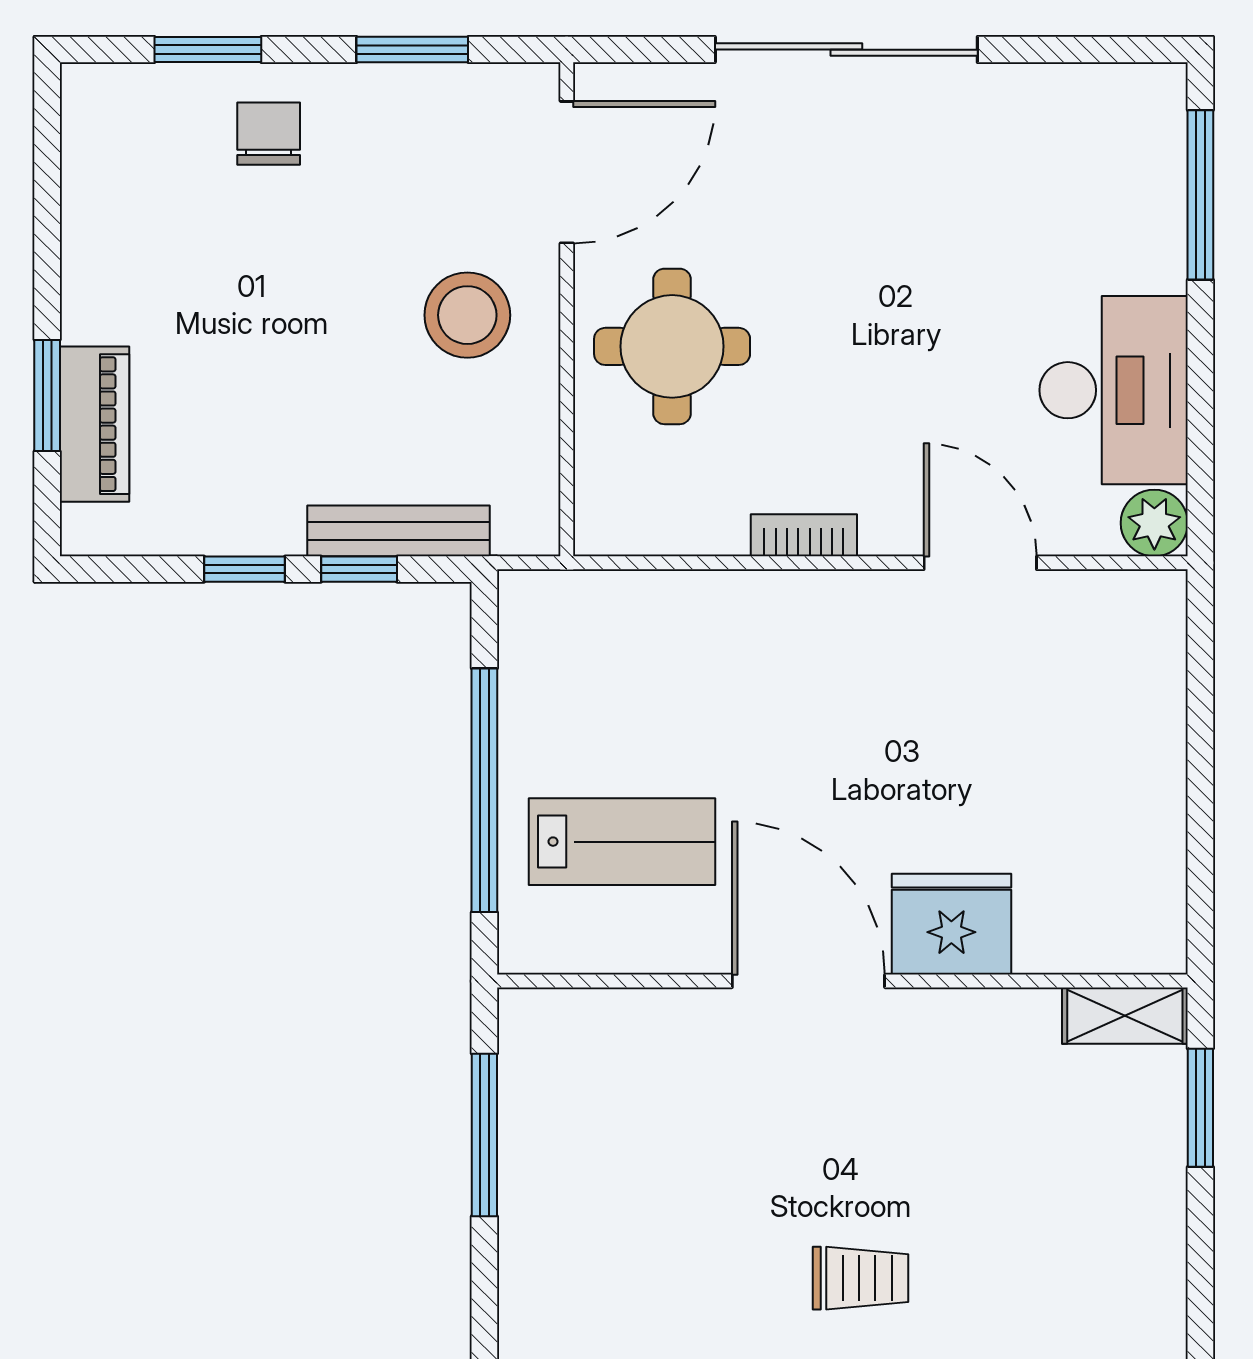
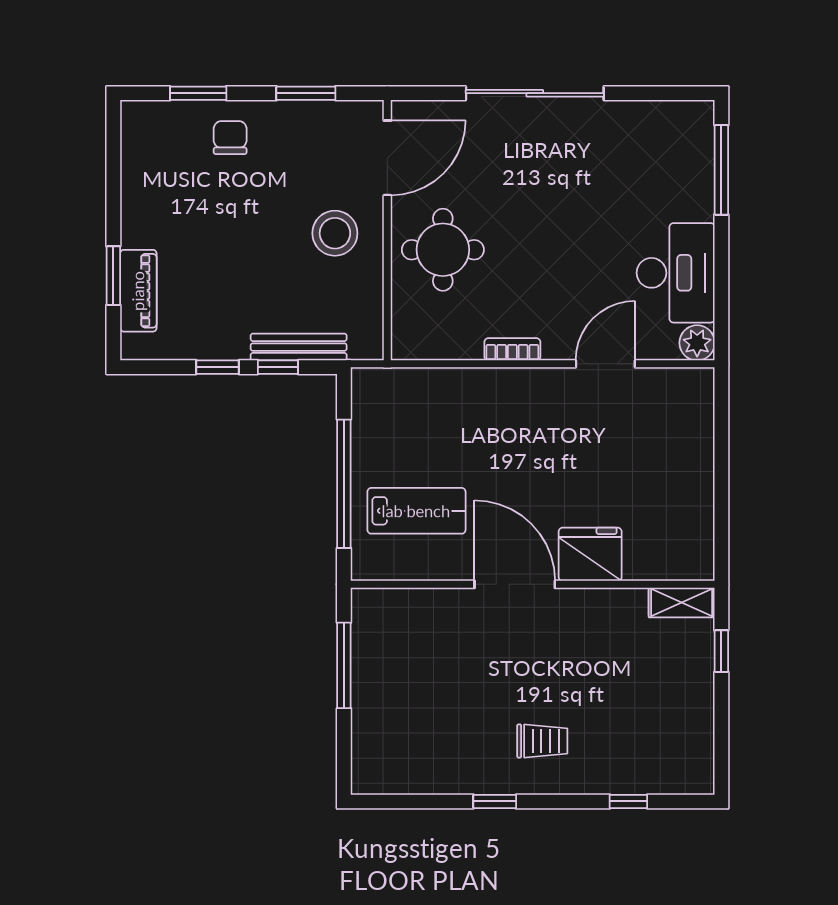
door: (980, 563) -> (605, 364), hinge flipped
window: (1200, 1108) -> (721, 651), width x0.67

